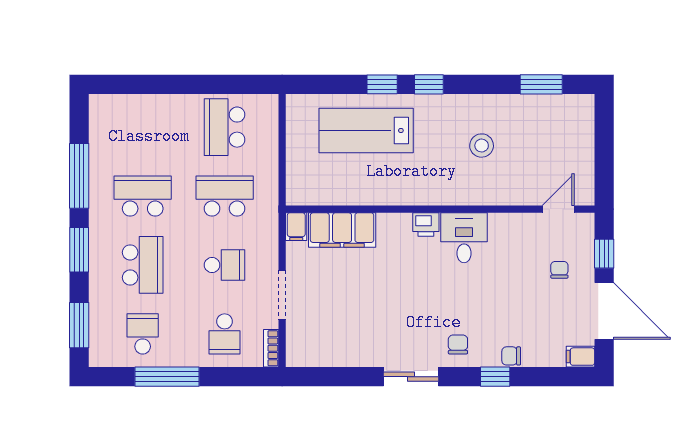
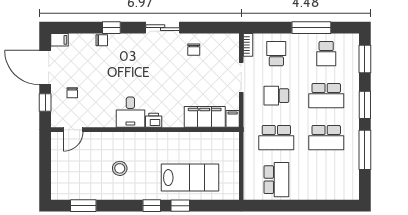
school desk: (143, 265) -> (326, 96), turned -90
chair: (458, 344) -> (194, 50), moved

